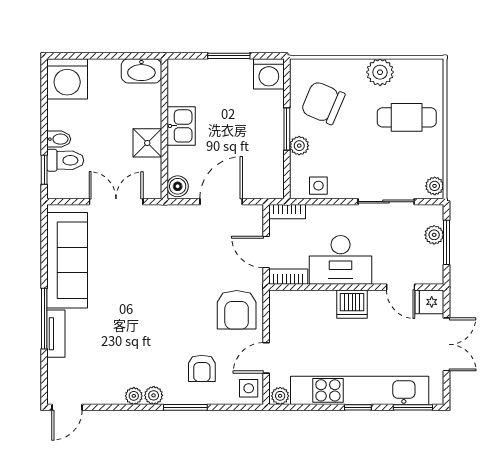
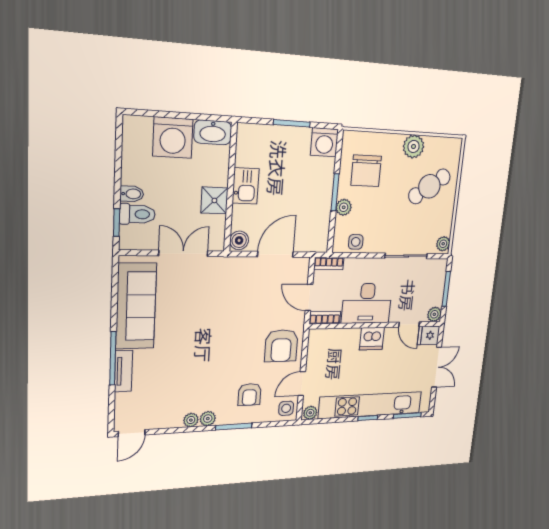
washing machine: (67, 79) -> (173, 138), moved
chair: (323, 103) -> (366, 171), turned -113
cafe table: (407, 117) -> (429, 186), turned -35
plant: (434, 235) -> (434, 314), moved

